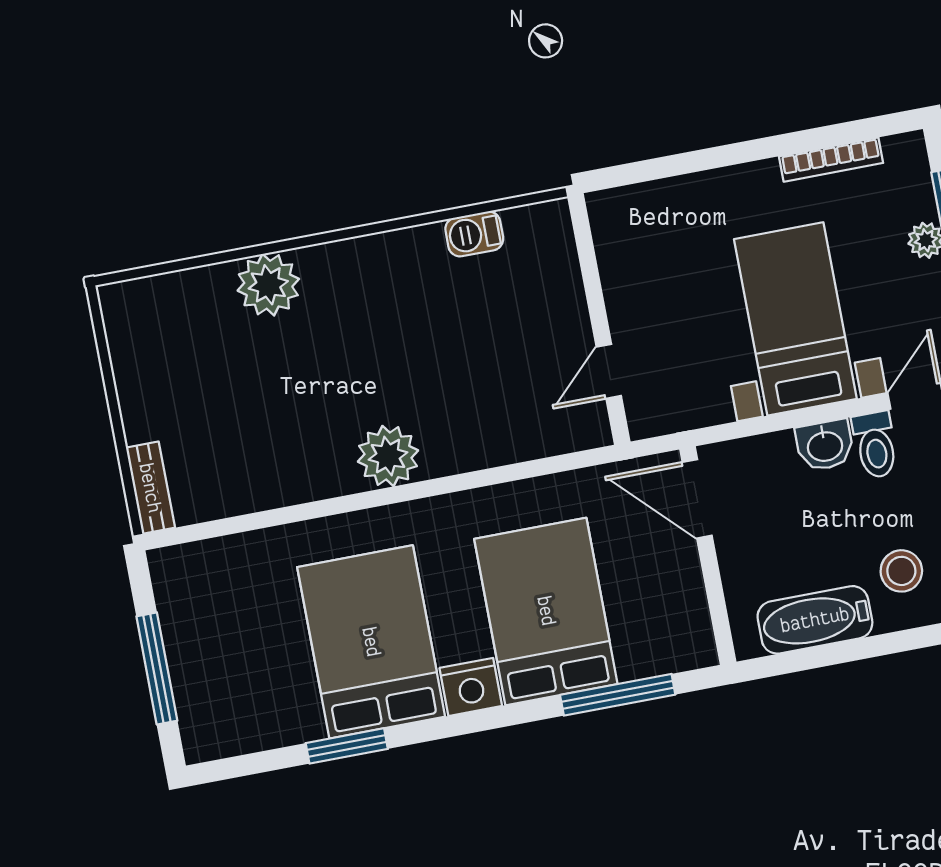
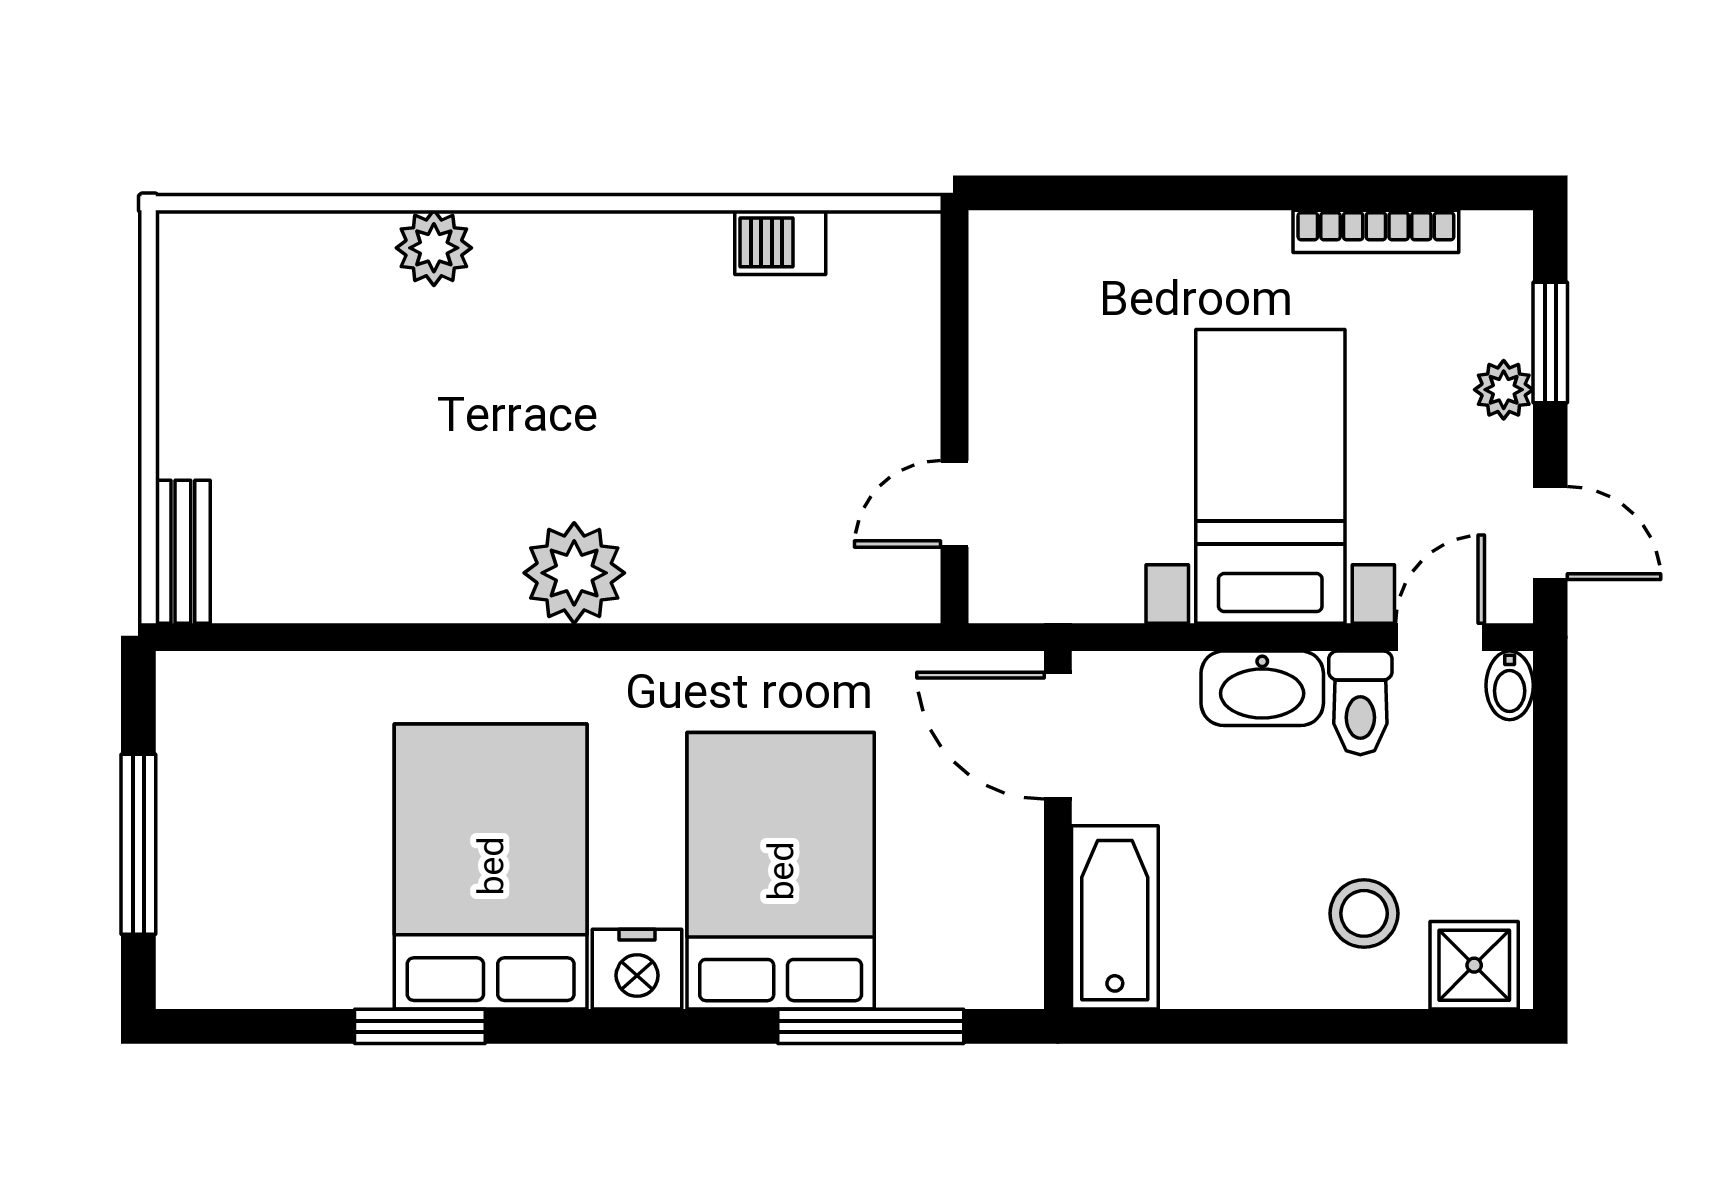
plant: (268, 285) -> (434, 248), width x0.73, depth x0.73
washbasin: (825, 445) -> (1262, 688), width x1.38
bathtub: (815, 620) -> (1115, 917), moved, turned 90

